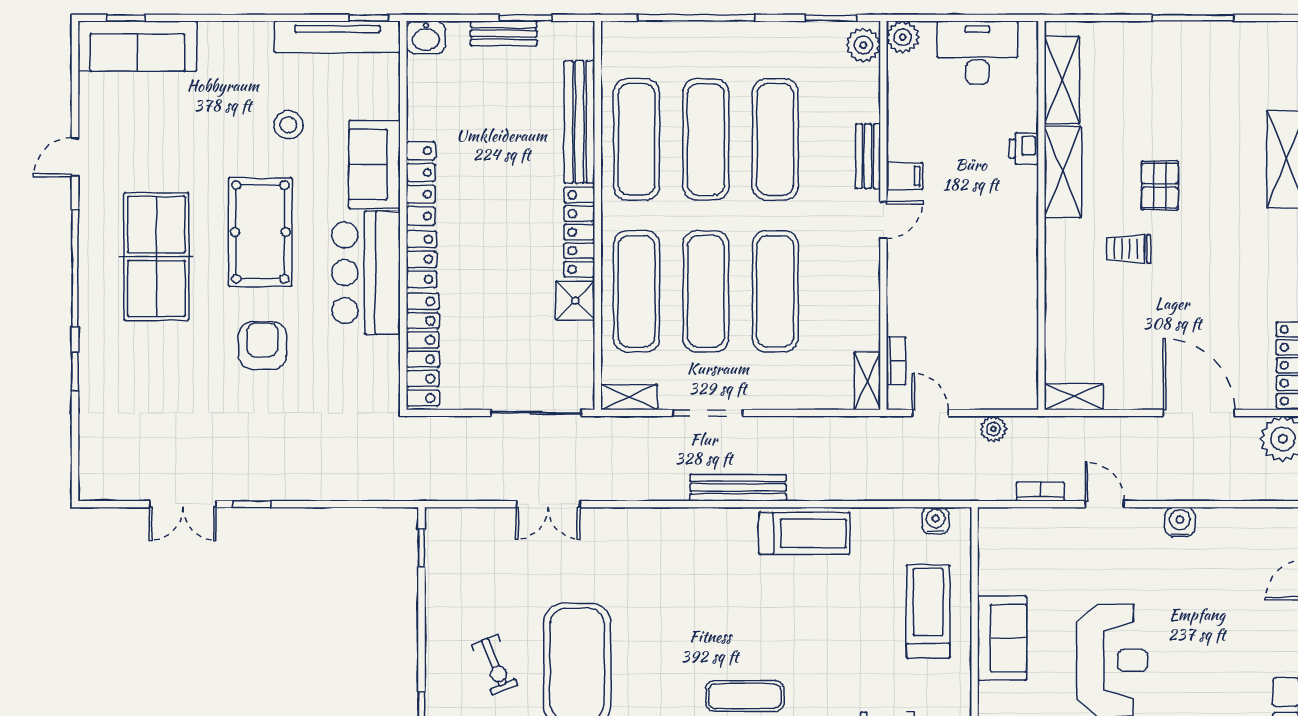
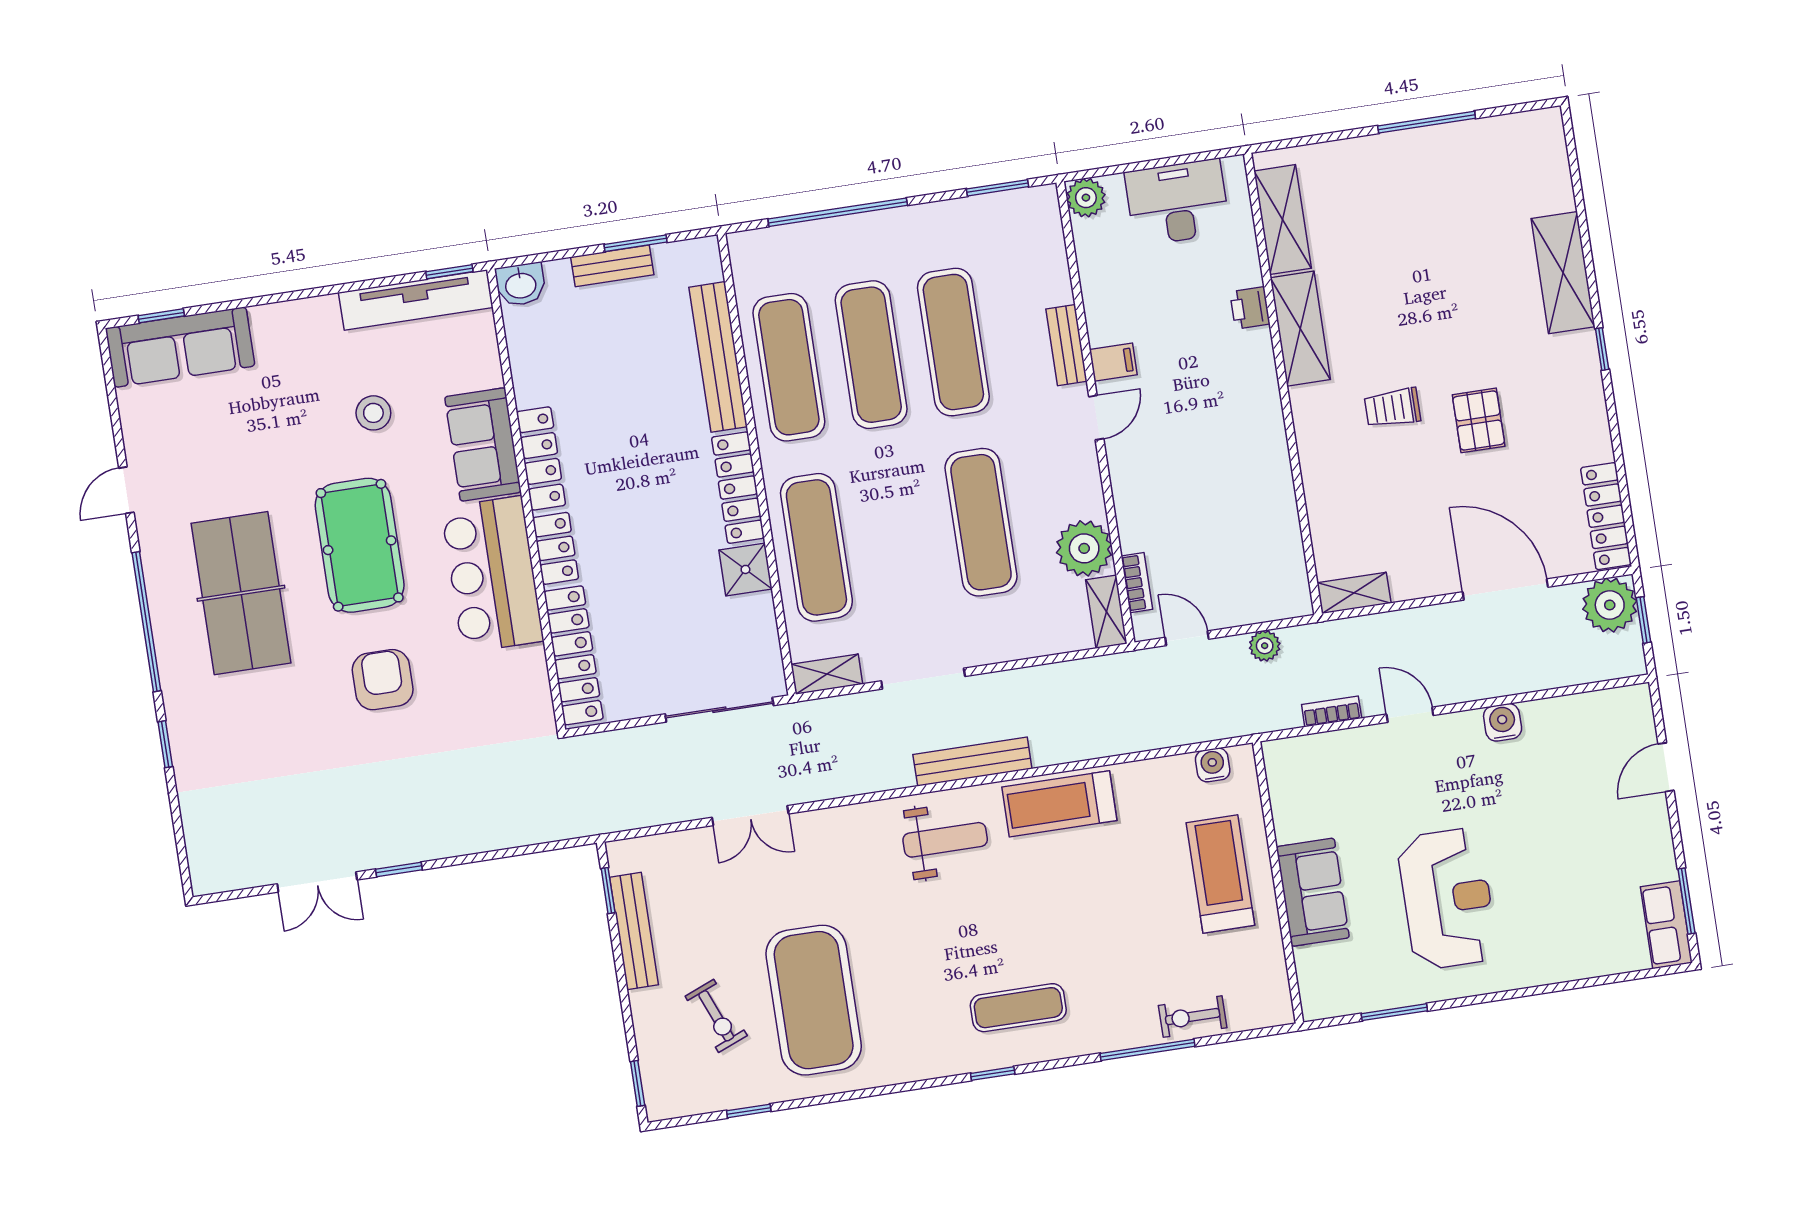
plant: (863, 45) -> (1084, 548), moved, width x1.36, depth x1.36
pallet: (1160, 185) -> (1479, 420), moved
exercise mat: (706, 291) -> (899, 535), removed
treadmill: (804, 533) -> (1059, 804), turned 180
weight bench: (706, 549) -> (945, 840), added
bench: (438, 584) -> (634, 931), added

